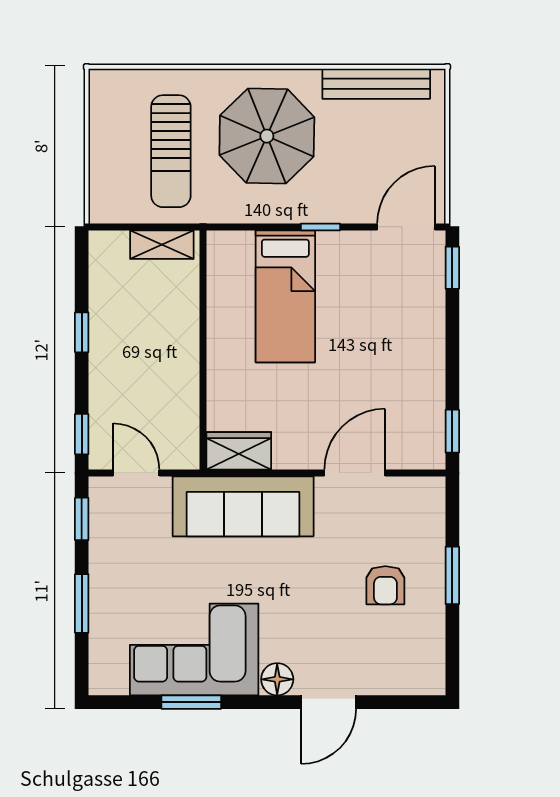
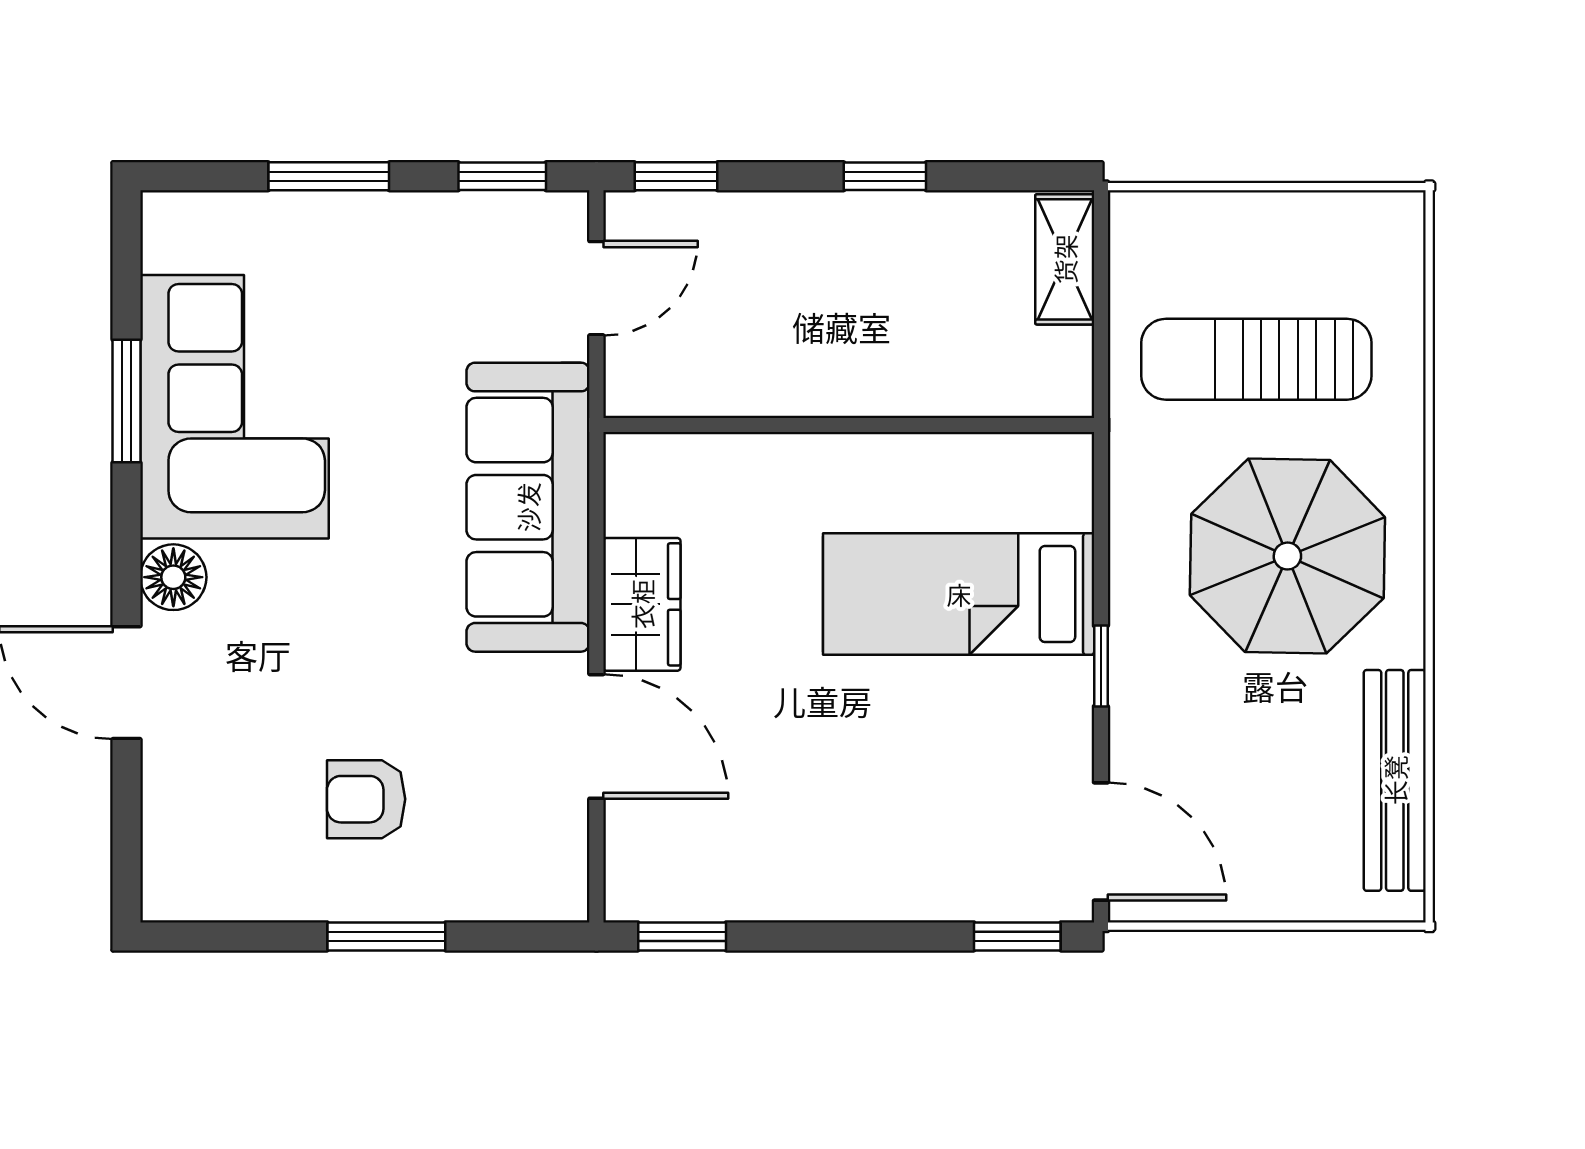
shelving: (162, 245) -> (1065, 259), moved
wardrobe: (239, 451) -> (642, 604), moved

